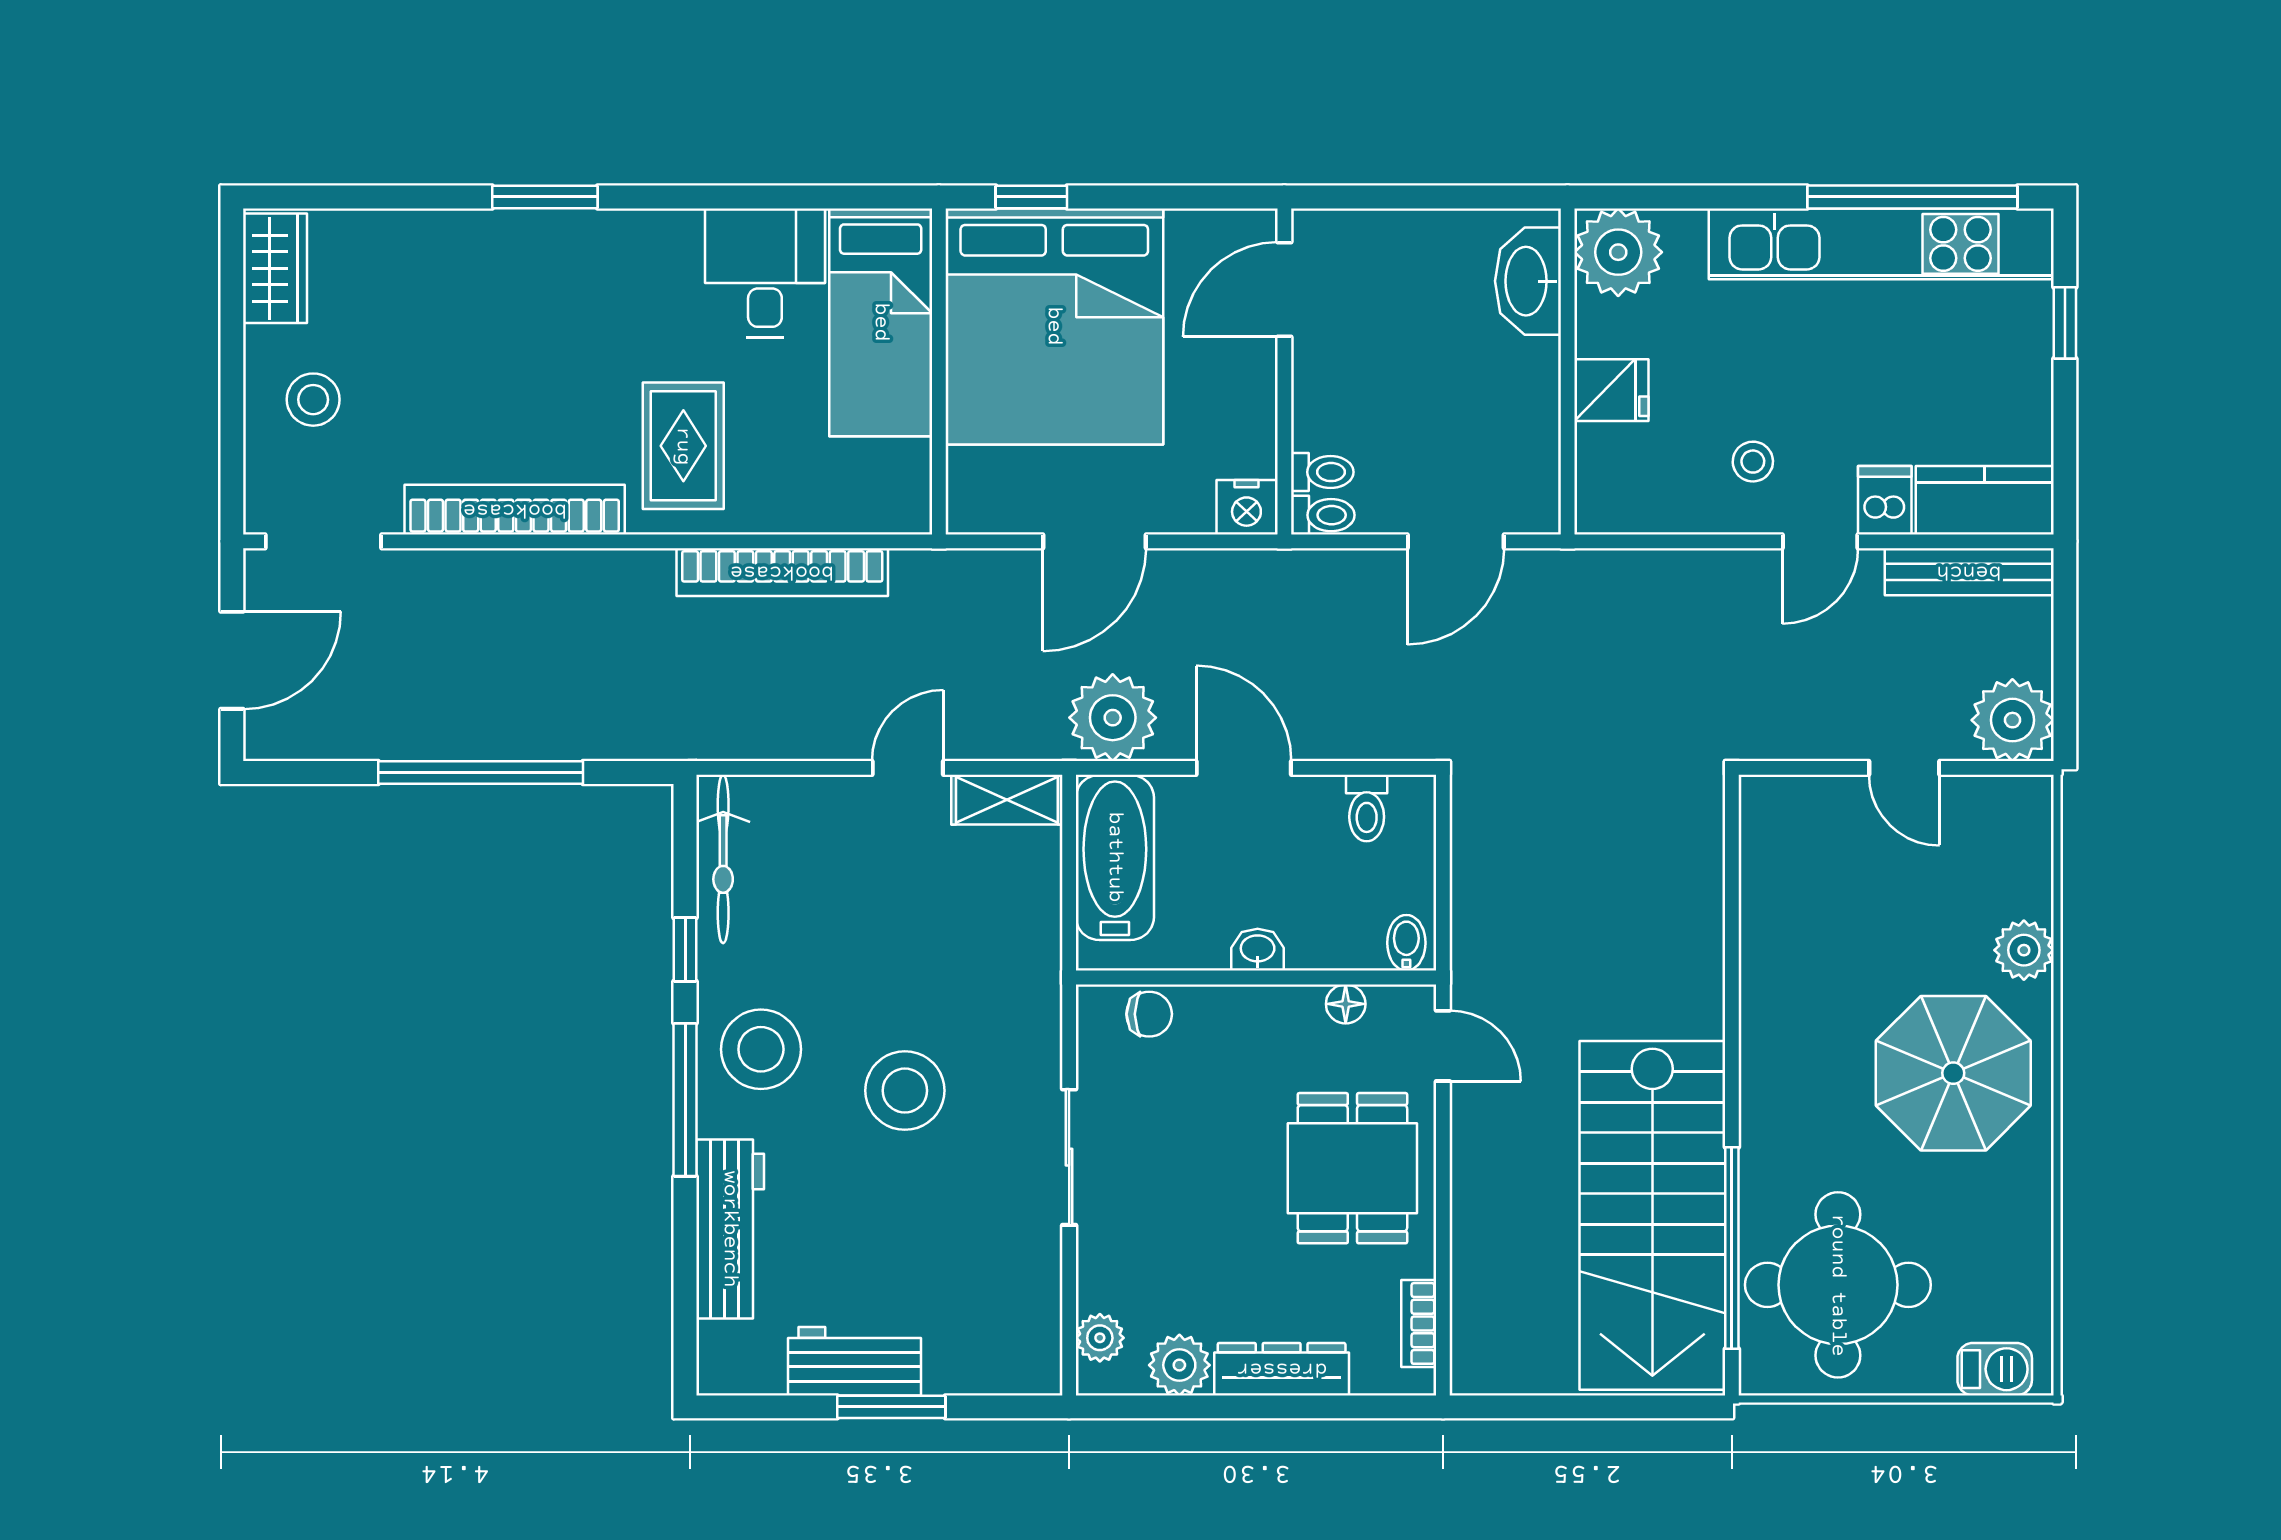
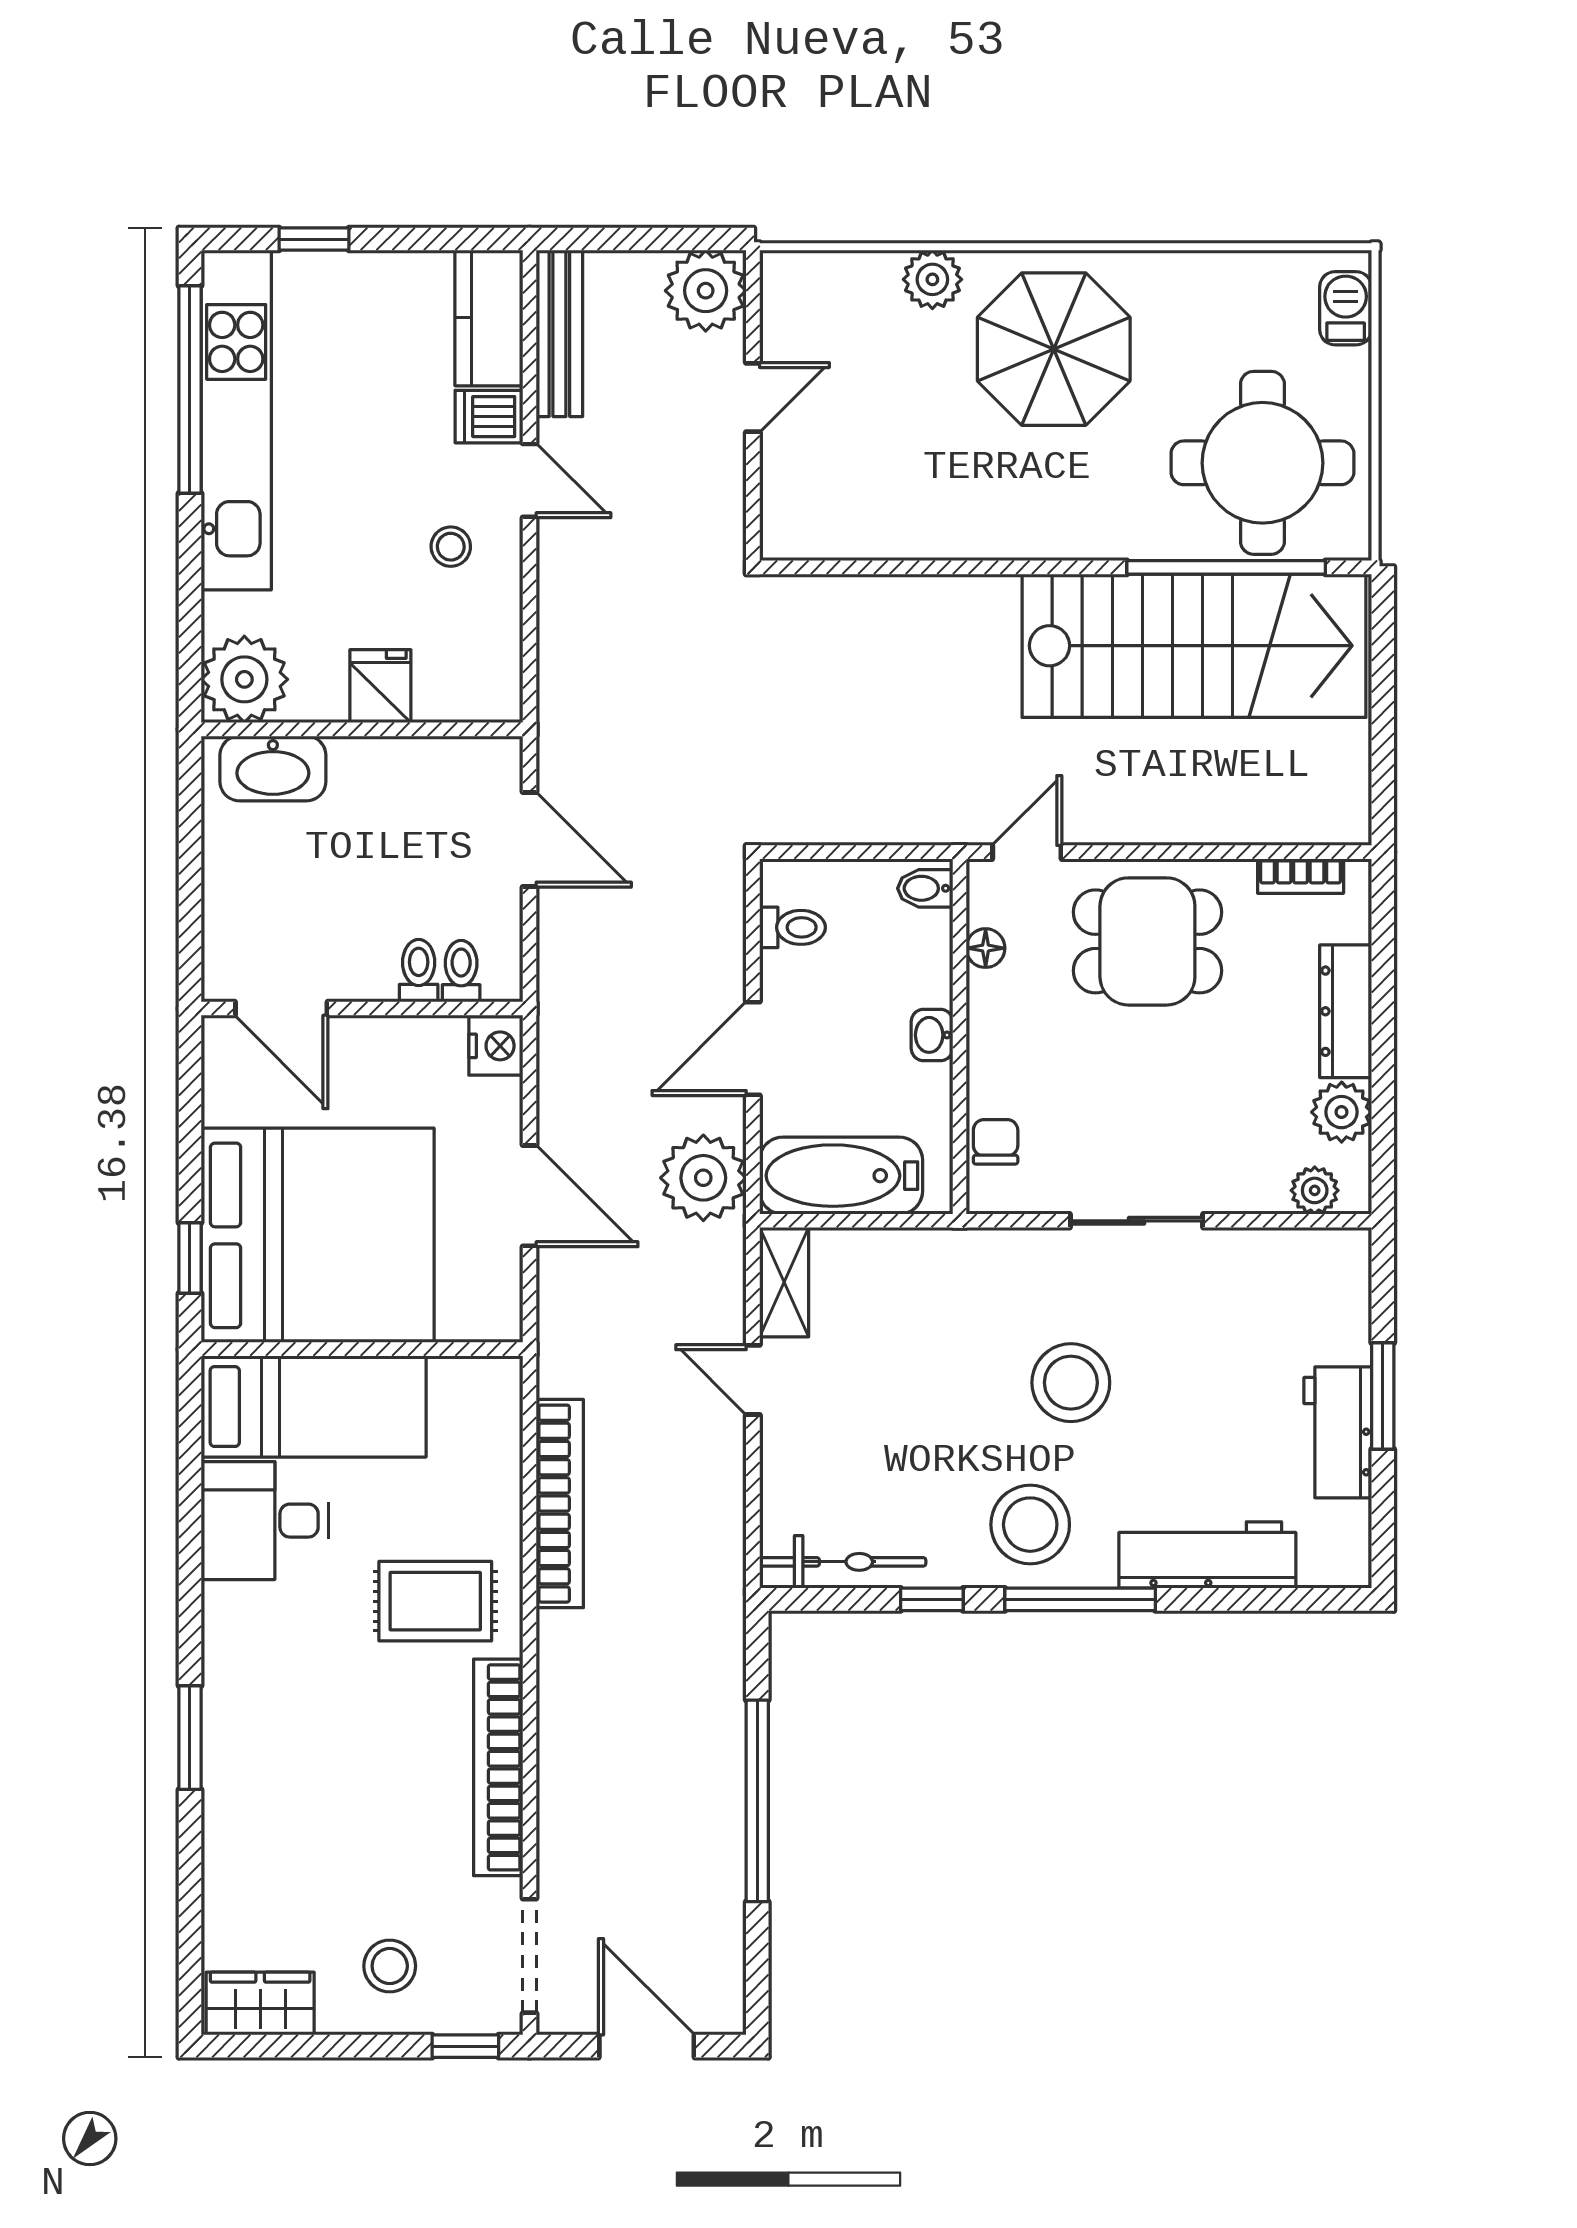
window: (232, 476) -> (465, 2046), added
toilet: (1323, 515) -> (419, 971), moved

